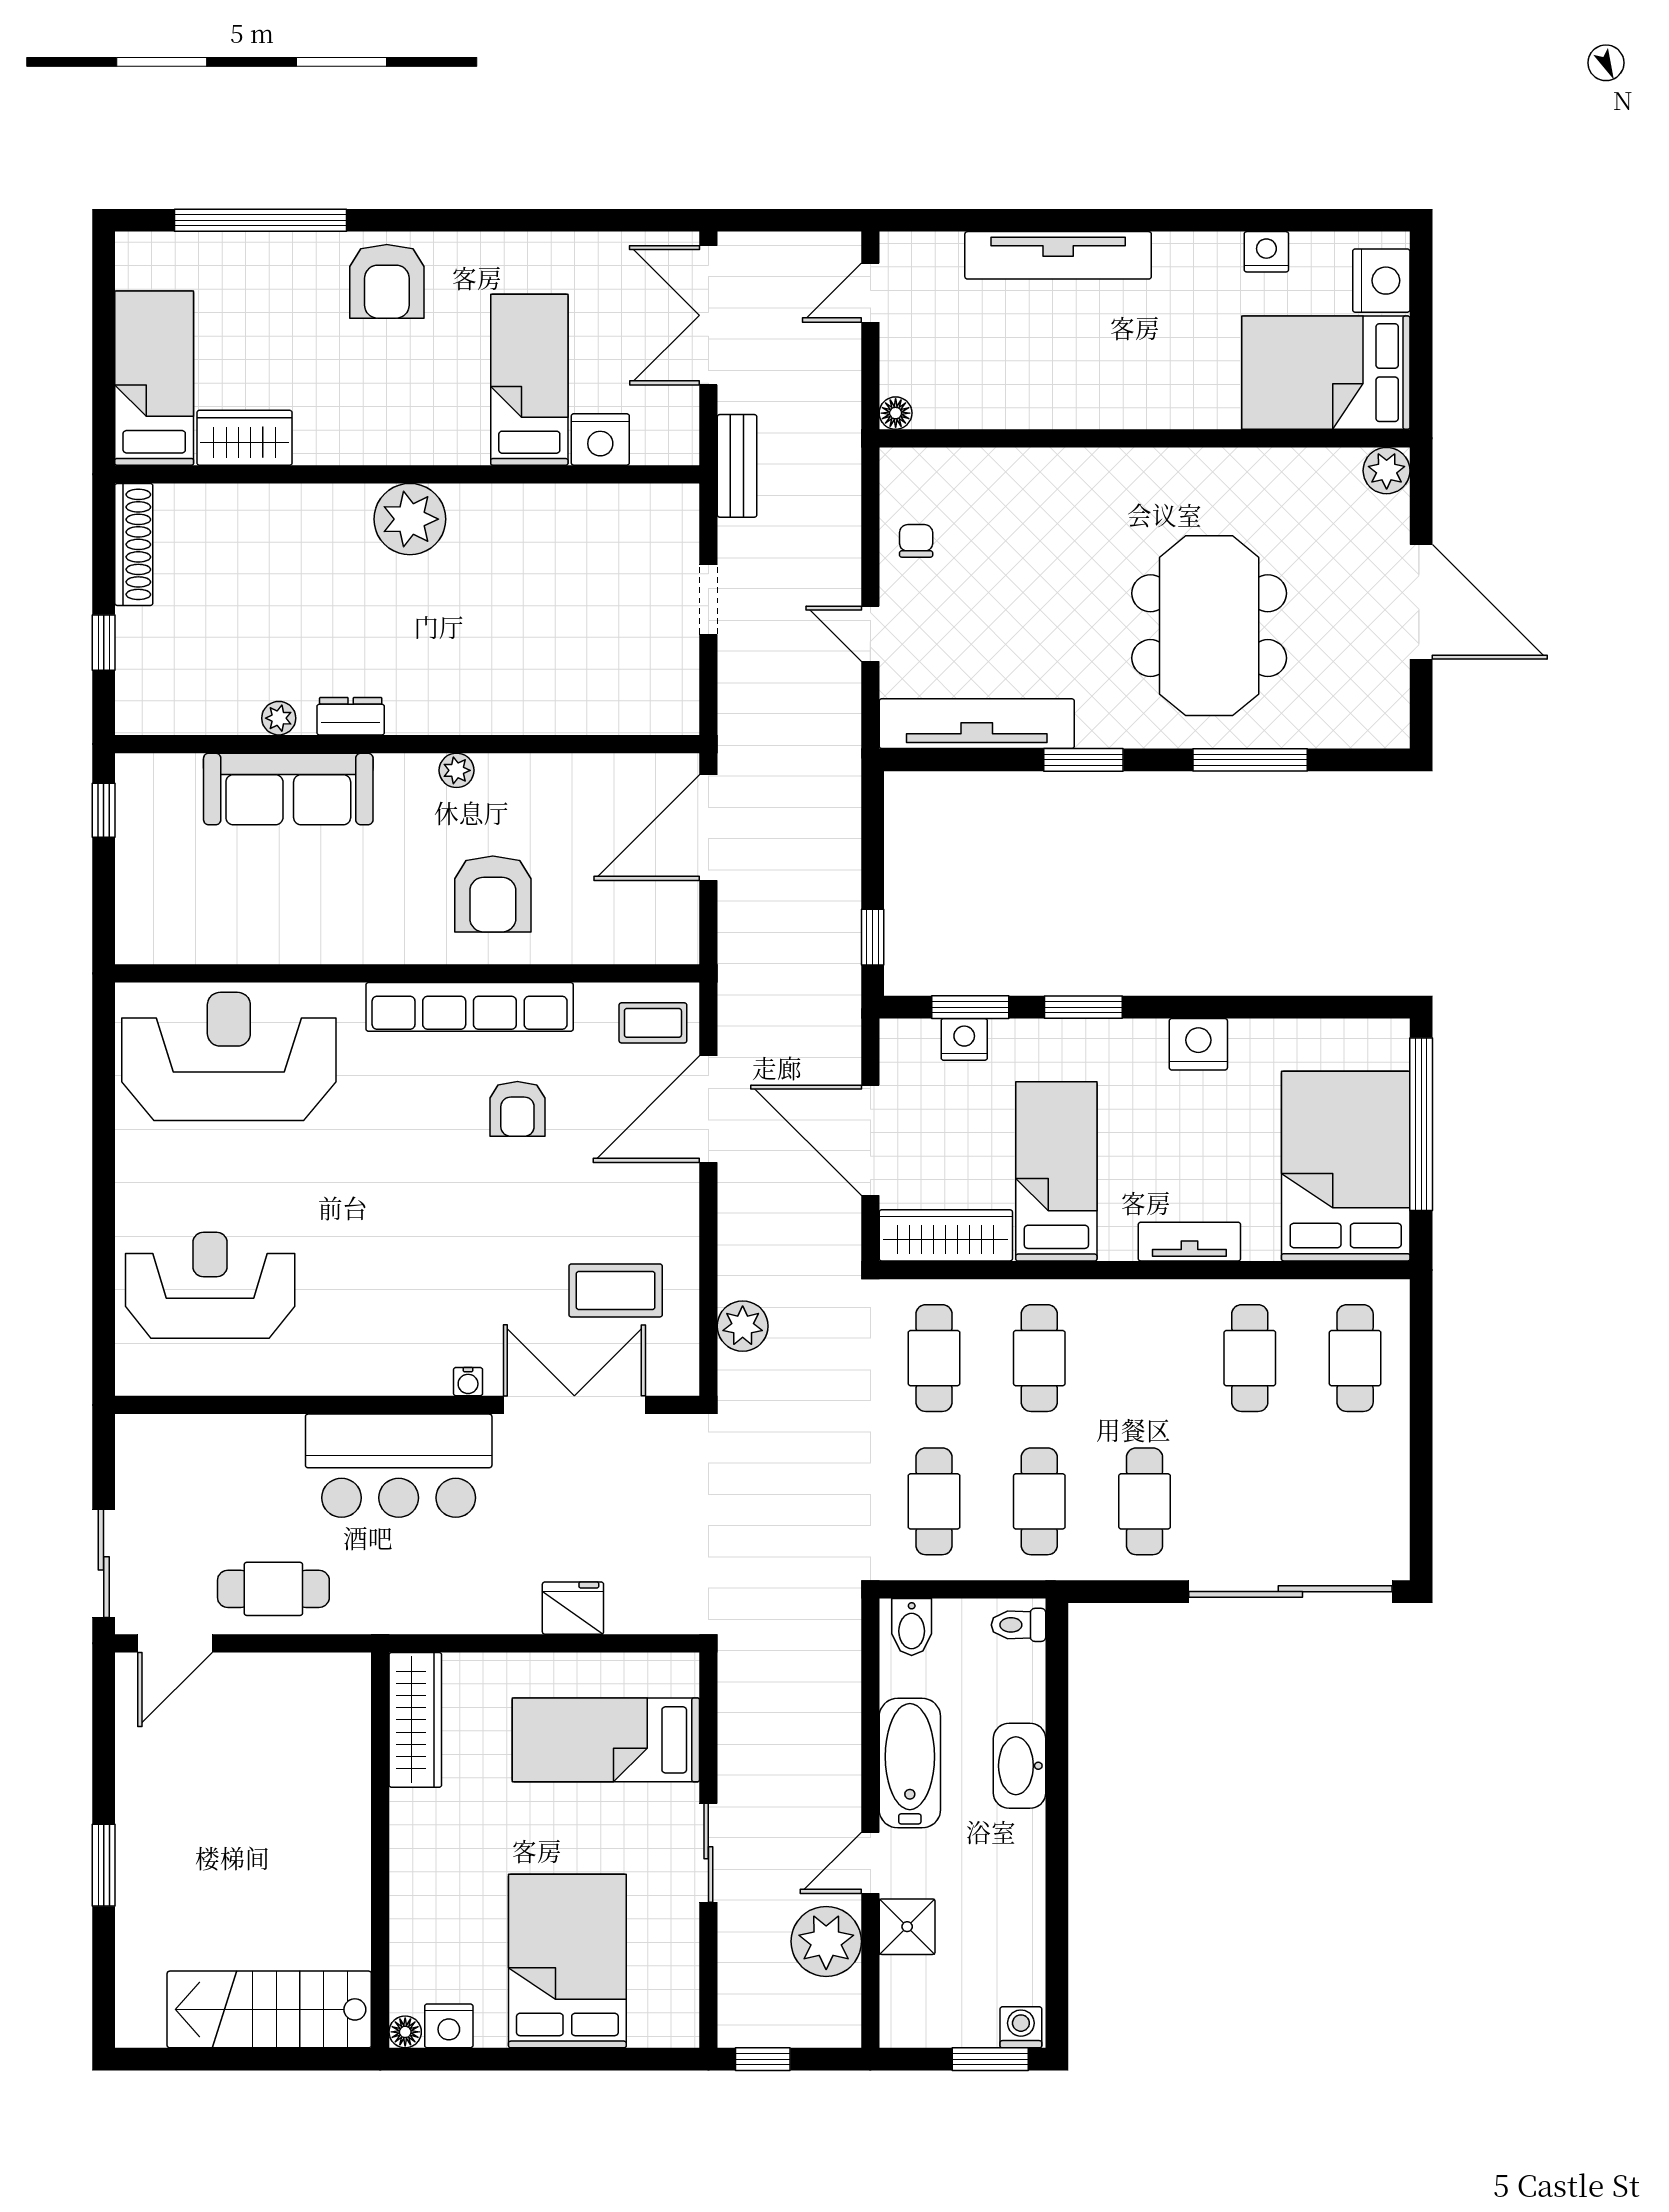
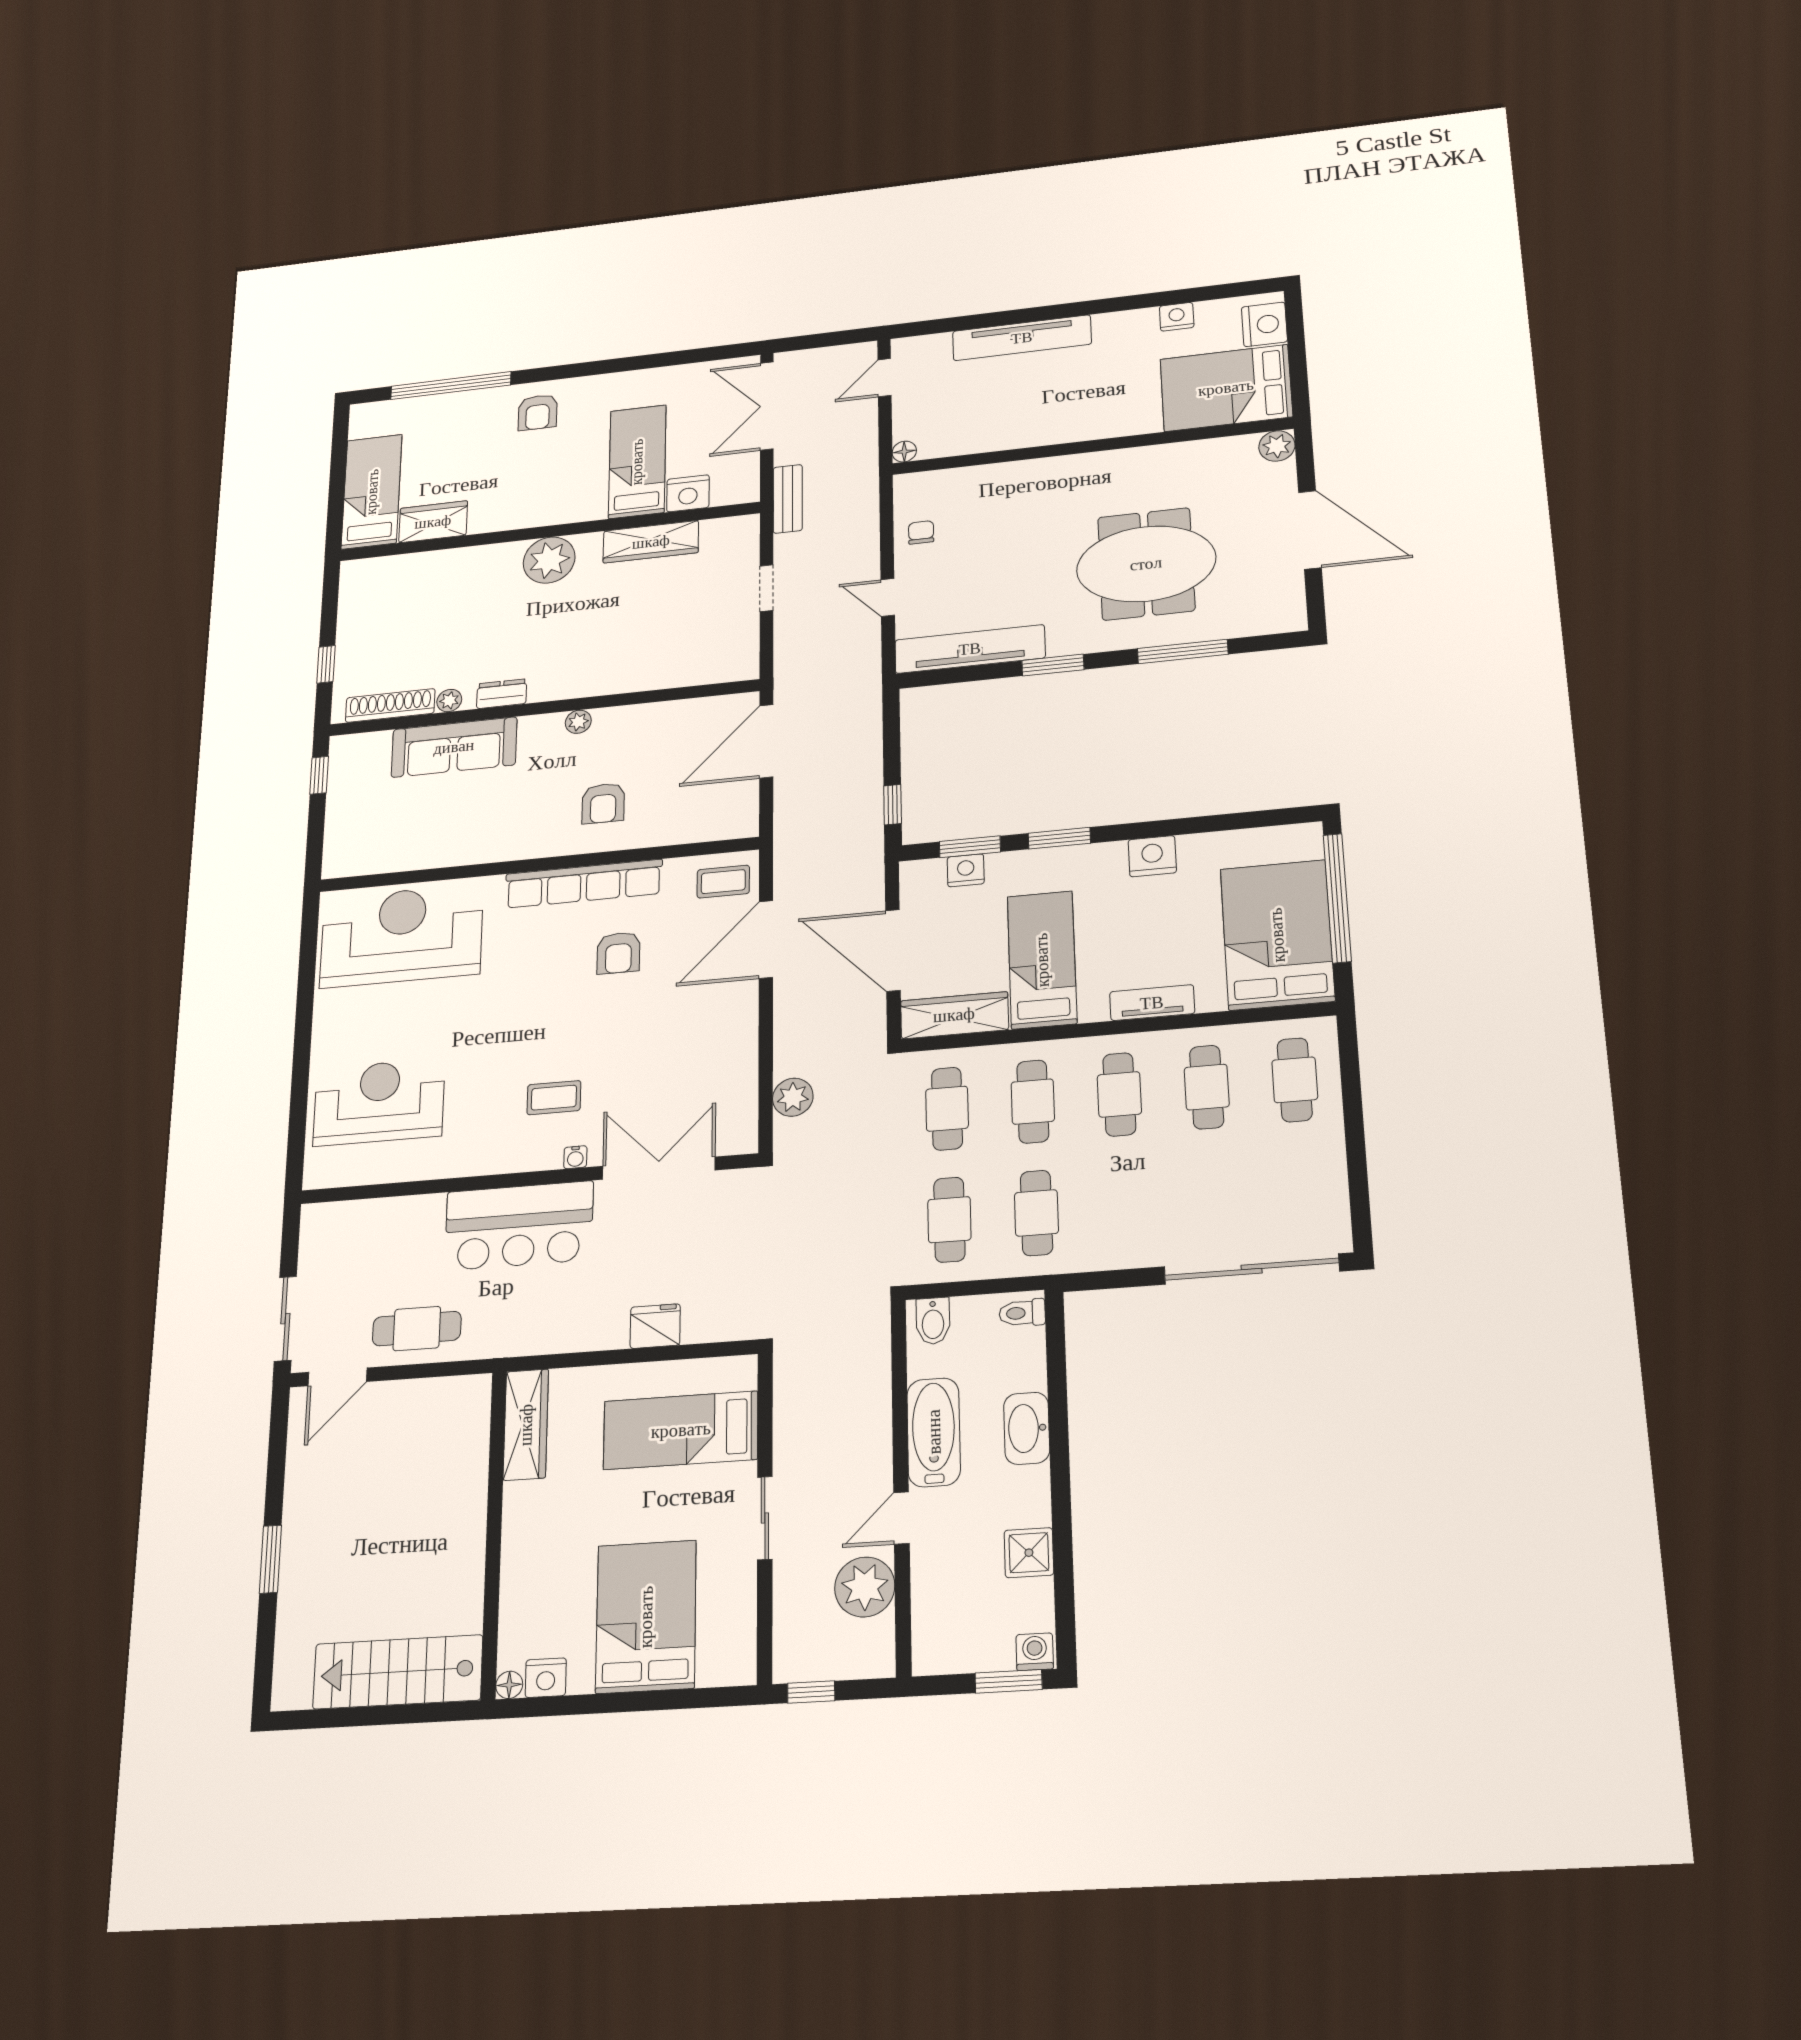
armchair: (387, 281) -> (538, 412), width x0.72, depth x0.72
wardrobe: (550, 508) -> (651, 542), added
shoe rack: (134, 544) -> (390, 705), moved, turned -90
meeting table: (1209, 626) -> (1146, 564), turned 90
armchair: (493, 894) -> (603, 803), width x0.72, depth x0.72
coffee table: (616, 1290) -> (554, 1098), moved, width x0.73, depth x0.77
cafe table: (1145, 1501) -> (1119, 1094), moved
shower: (907, 1927) -> (1029, 1553), moved

